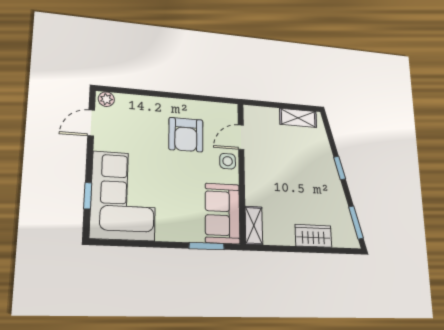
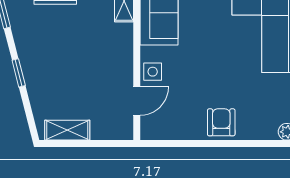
armchair: (186, 135) -> (221, 122), moved, width x0.72, depth x0.72

